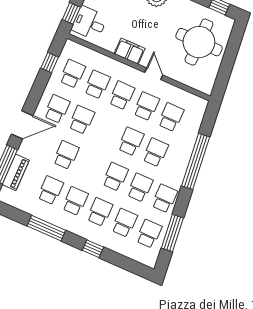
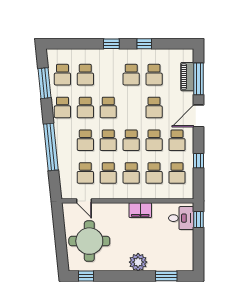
window: (50, 63) -> (199, 161), moved
door: (154, 74) -> (84, 201), moved
school desk: (100, 212) -> (131, 140), moved
window: (46, 228) -> (144, 44), width x0.46
window: (93, 249) -> (111, 44), moved

